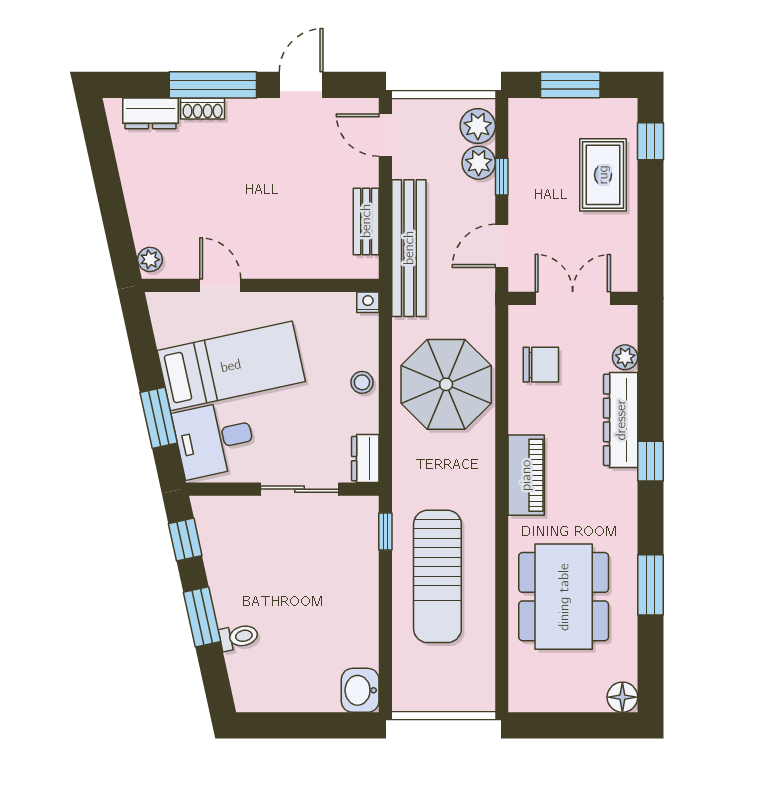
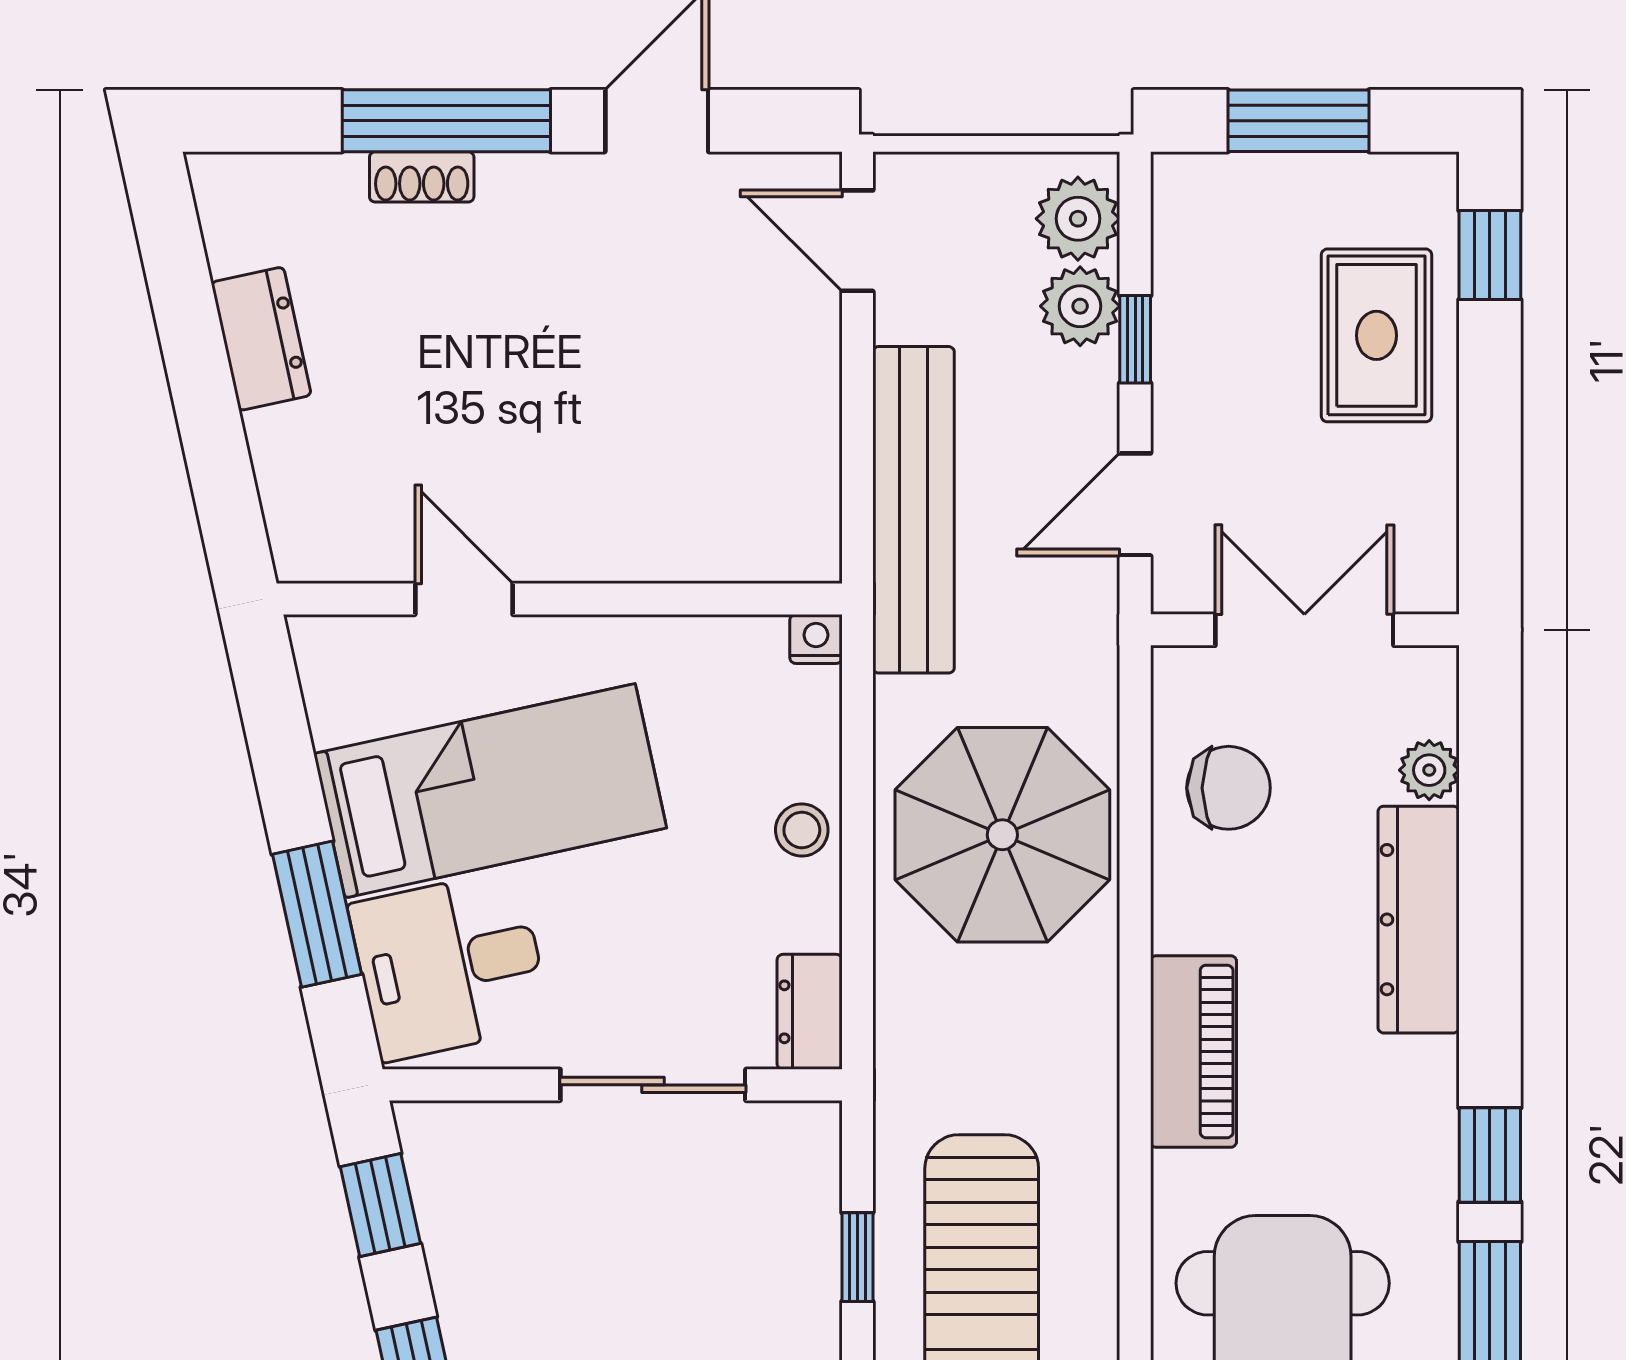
dresser: (150, 113) -> (261, 339), moved, turned -102
bench: (366, 221) -> (812, 446), removed
plant: (150, 259) -> (296, 537), removed
window: (651, 461) -> (1490, 1155), moved
window: (385, 532) -> (857, 1257), moved

